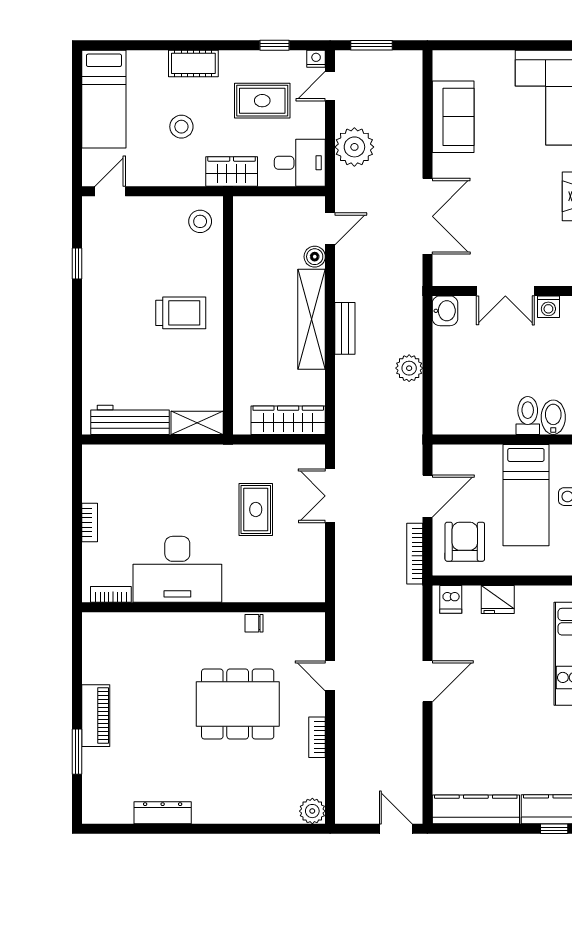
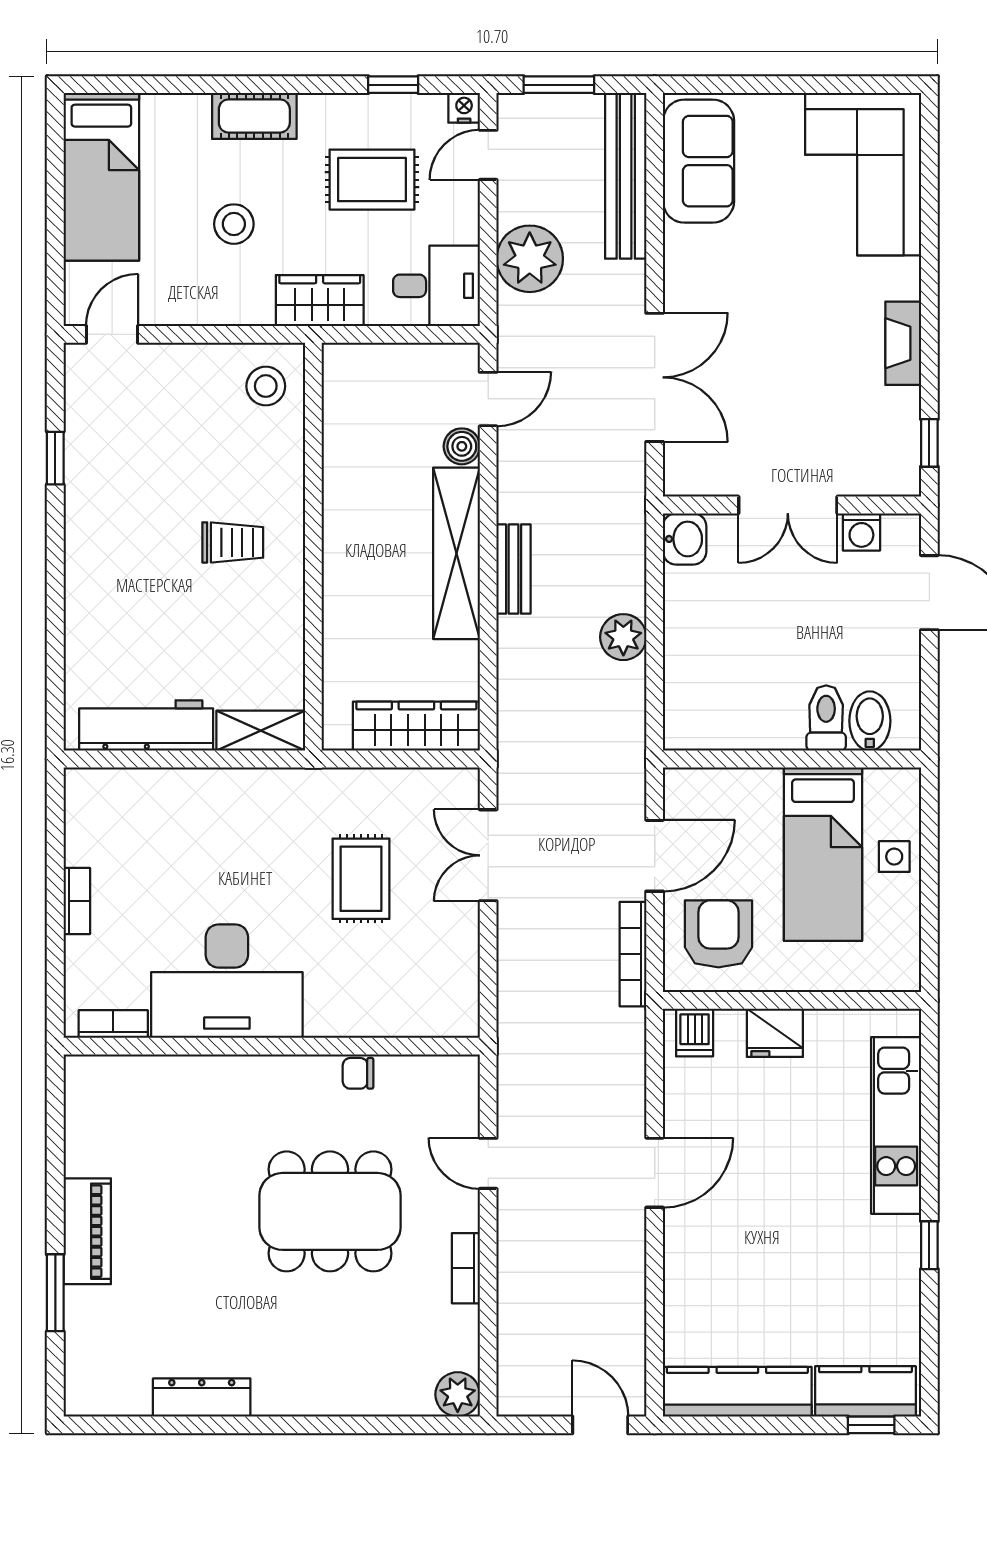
bench: (411, 98) -> (626, 176), added
sofa: (453, 117) -> (699, 161), moved
trolley: (181, 313) -> (233, 542), width x0.73, depth x0.72

